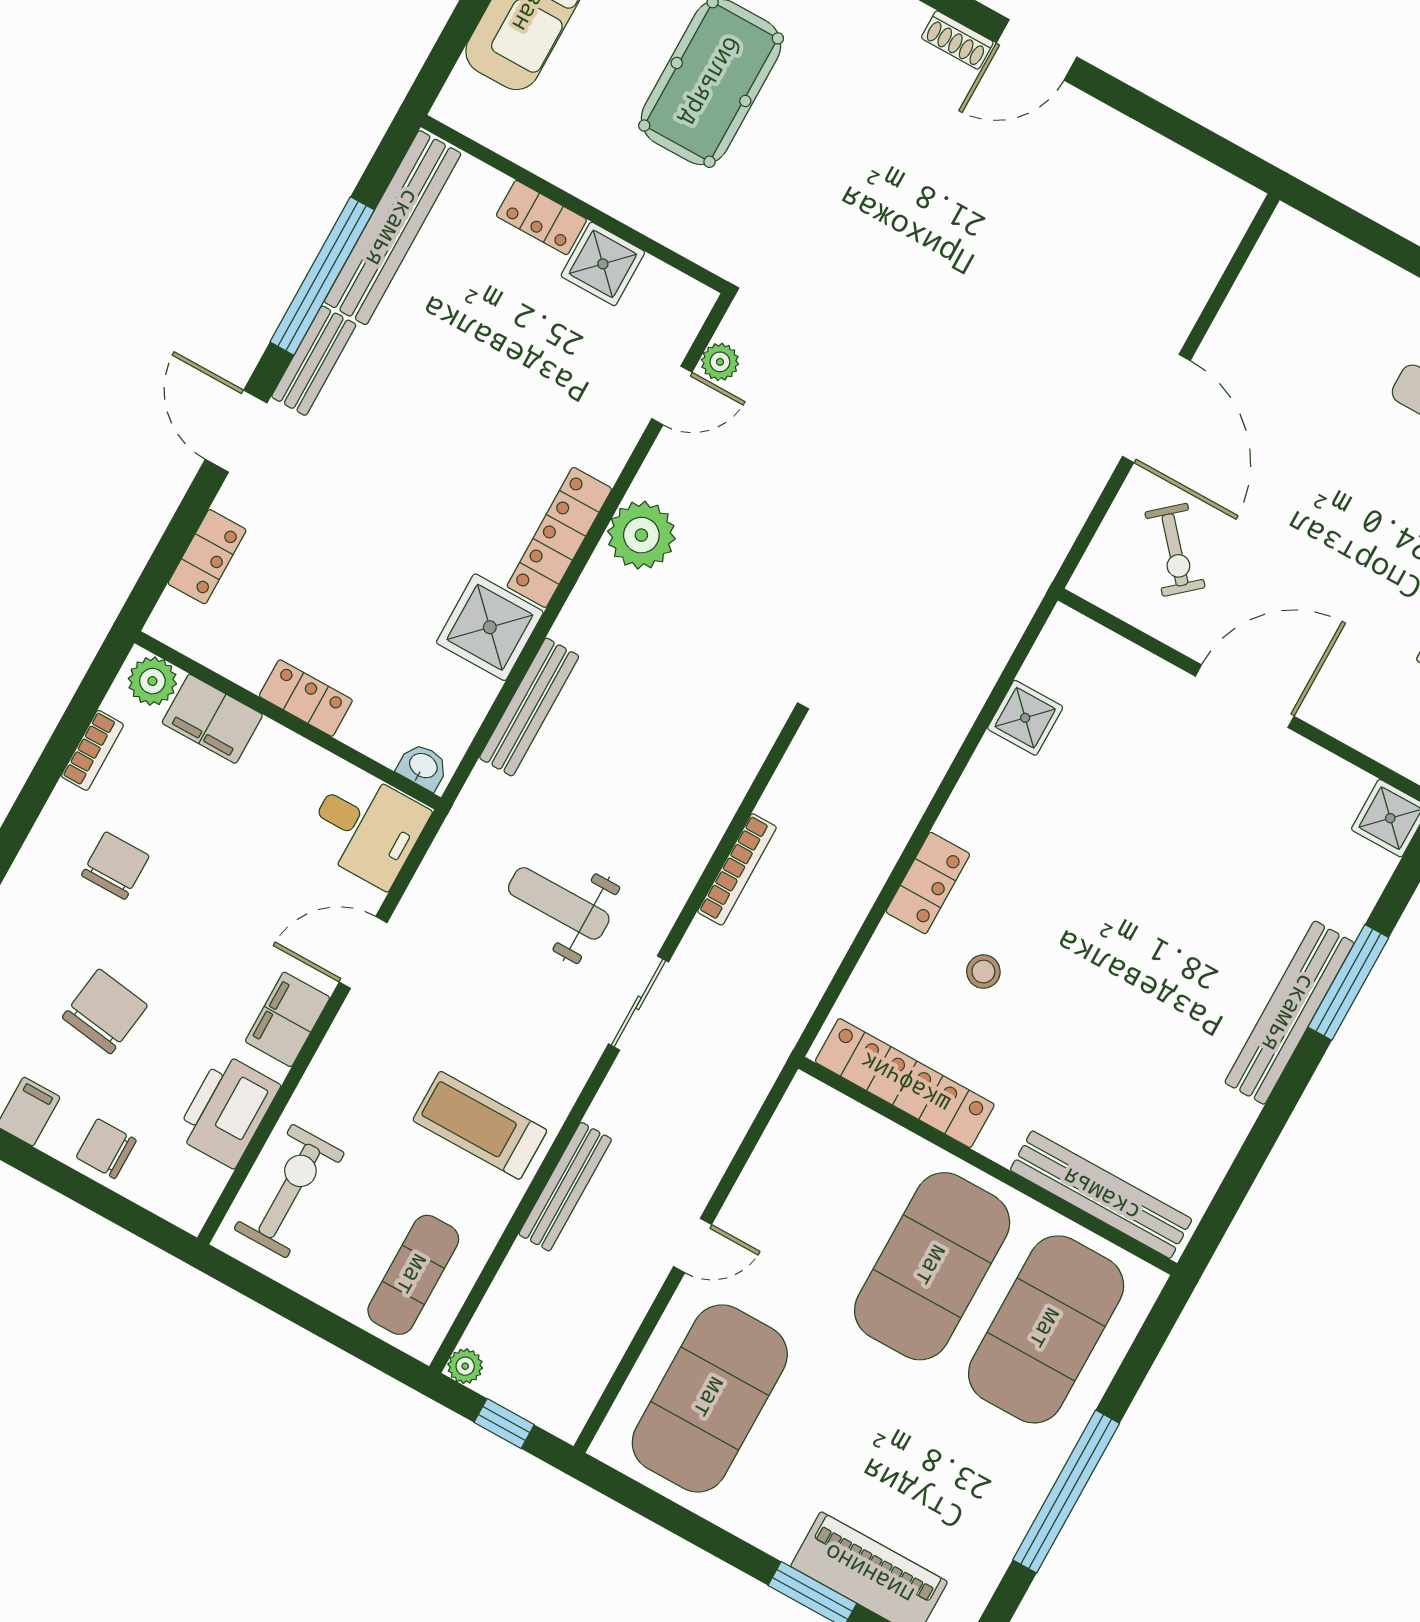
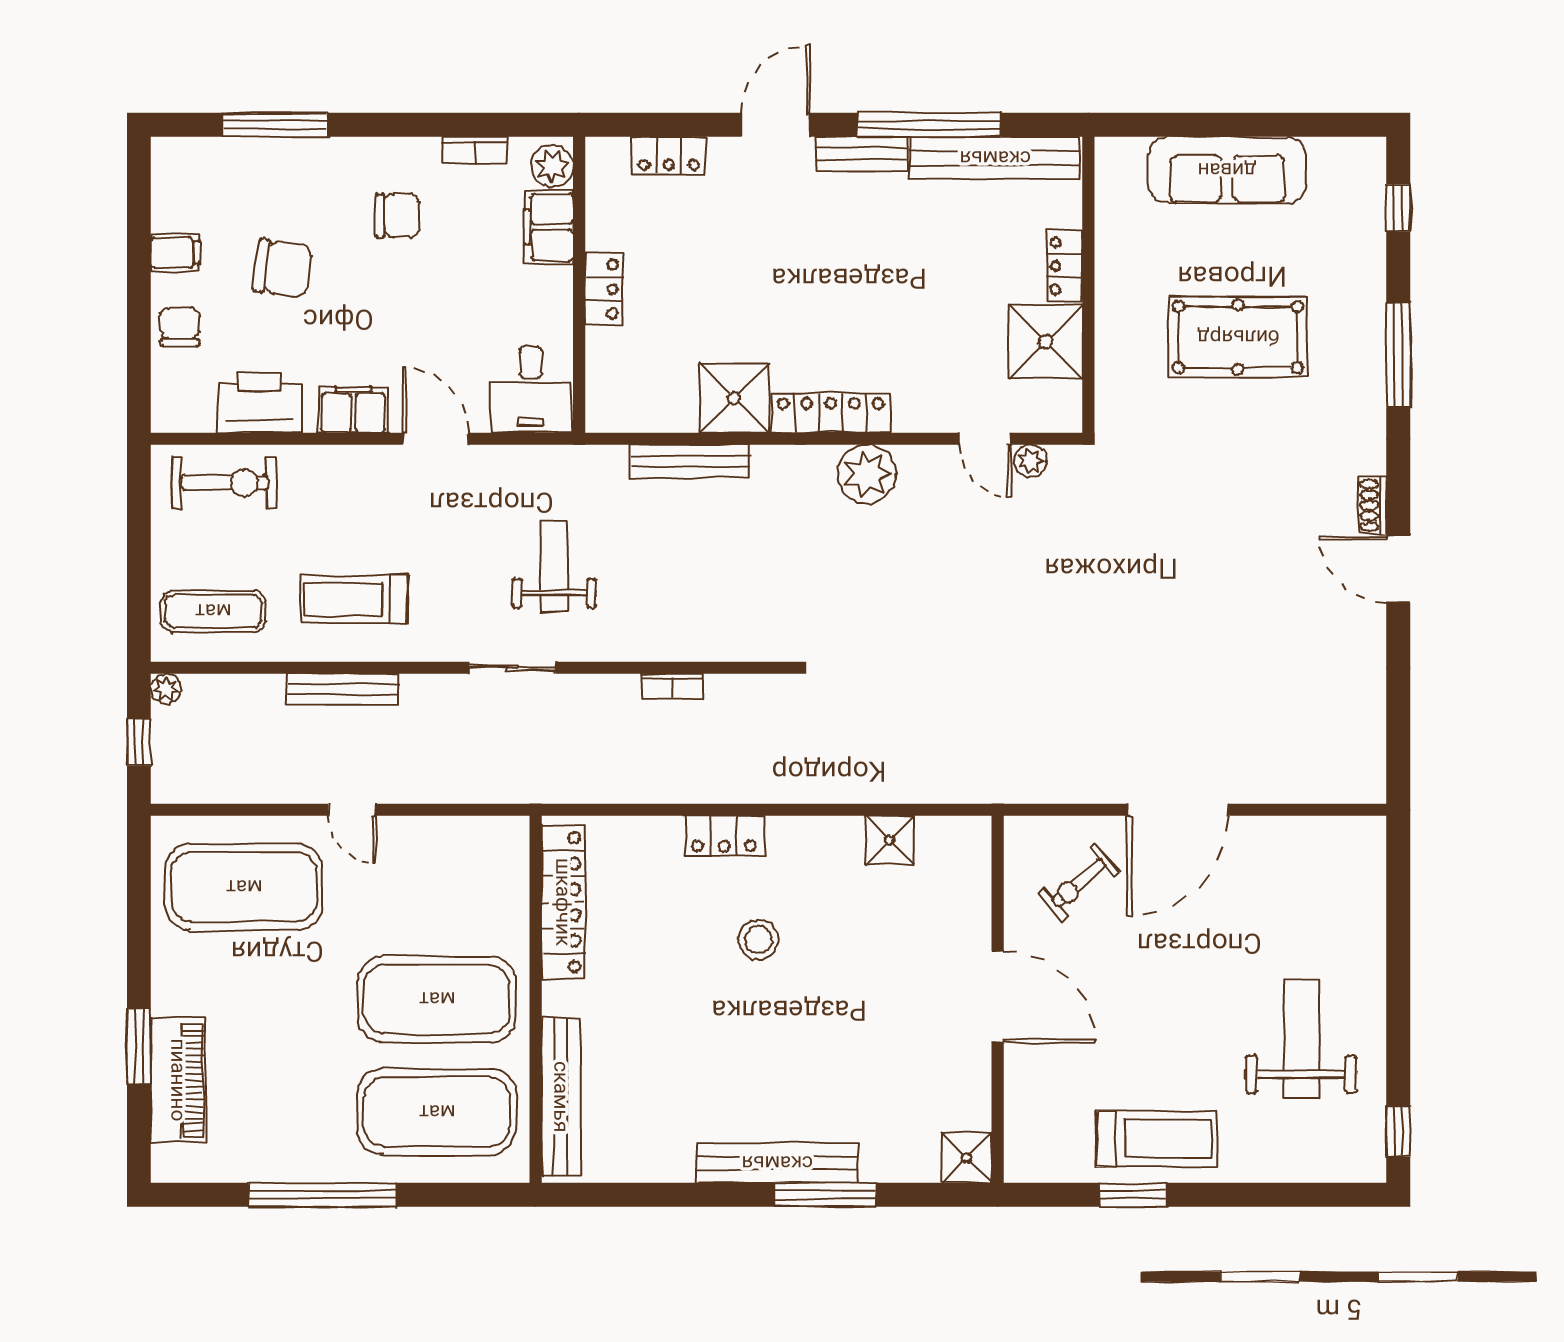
shower: (603, 264) -> (1045, 342), width x1.36, depth x1.36
washbasin: (423, 766) -> (601, 406), removed
bookcase: (737, 869) -> (672, 686), width x0.64
stool: (983, 972) -> (758, 940), moved, width x1.37, depth x1.37
treadmill: (480, 1125) -> (354, 599), turned -90

